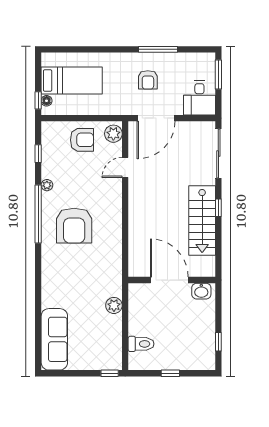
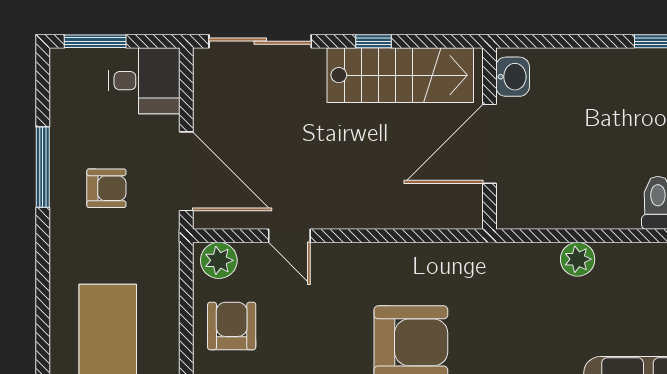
door: (169, 280) -> (489, 144), moved
wall: (172, 280) -> (489, 138), moved
washbasin: (201, 291) -> (513, 77), moved

